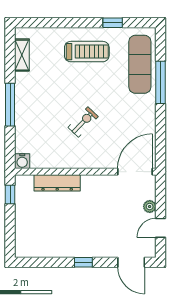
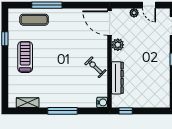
exercise mat: (140, 64) -> (34, 20), width x0.73, depth x0.69
exercise bike: (83, 122) -> (95, 67), moved
plant: (104, 183) -> (118, 45), added

